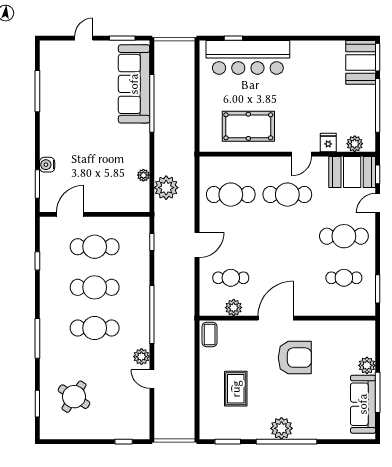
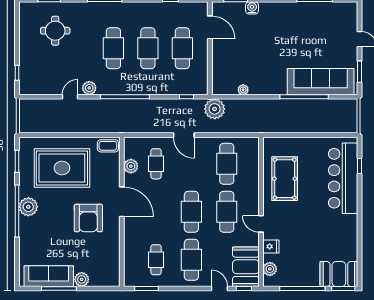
plant: (166, 188) -> (215, 109), moved
cafe table: (287, 236) -> (191, 212), added
rug: (236, 389) -> (62, 168), width x1.86, depth x2.06
round table: (74, 397) -> (55, 31), turned -33

